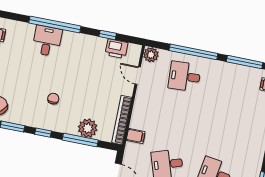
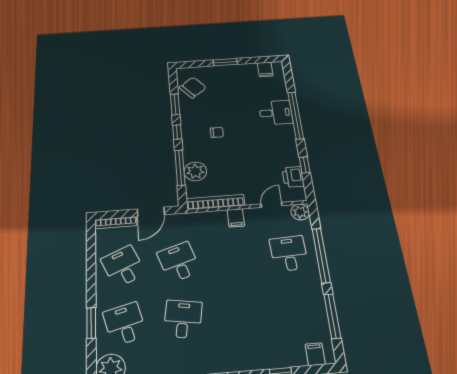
filing cabinet: (136, 136) -> (236, 218), moved

